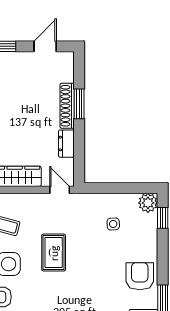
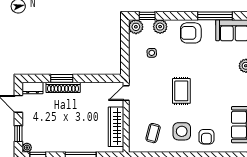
dresser: (66, 144) -> (33, 88), moved
plant: (148, 235) -> (160, 27), added
rug: (54, 253) -> (181, 91), moved, turned 90

